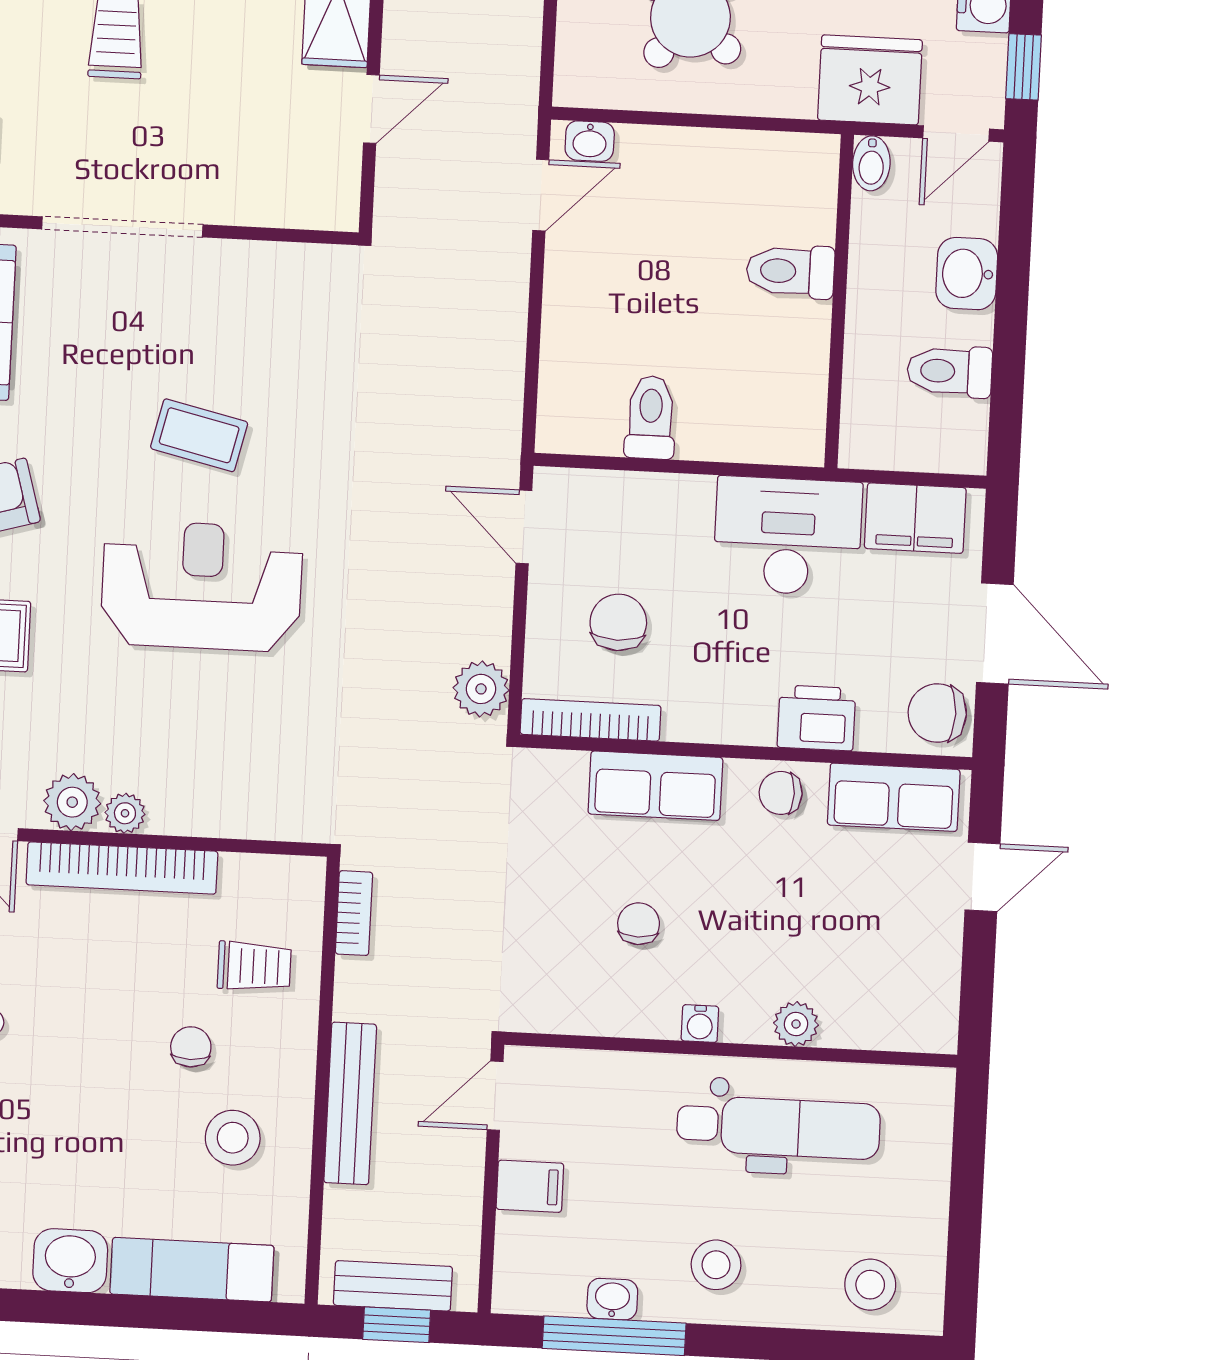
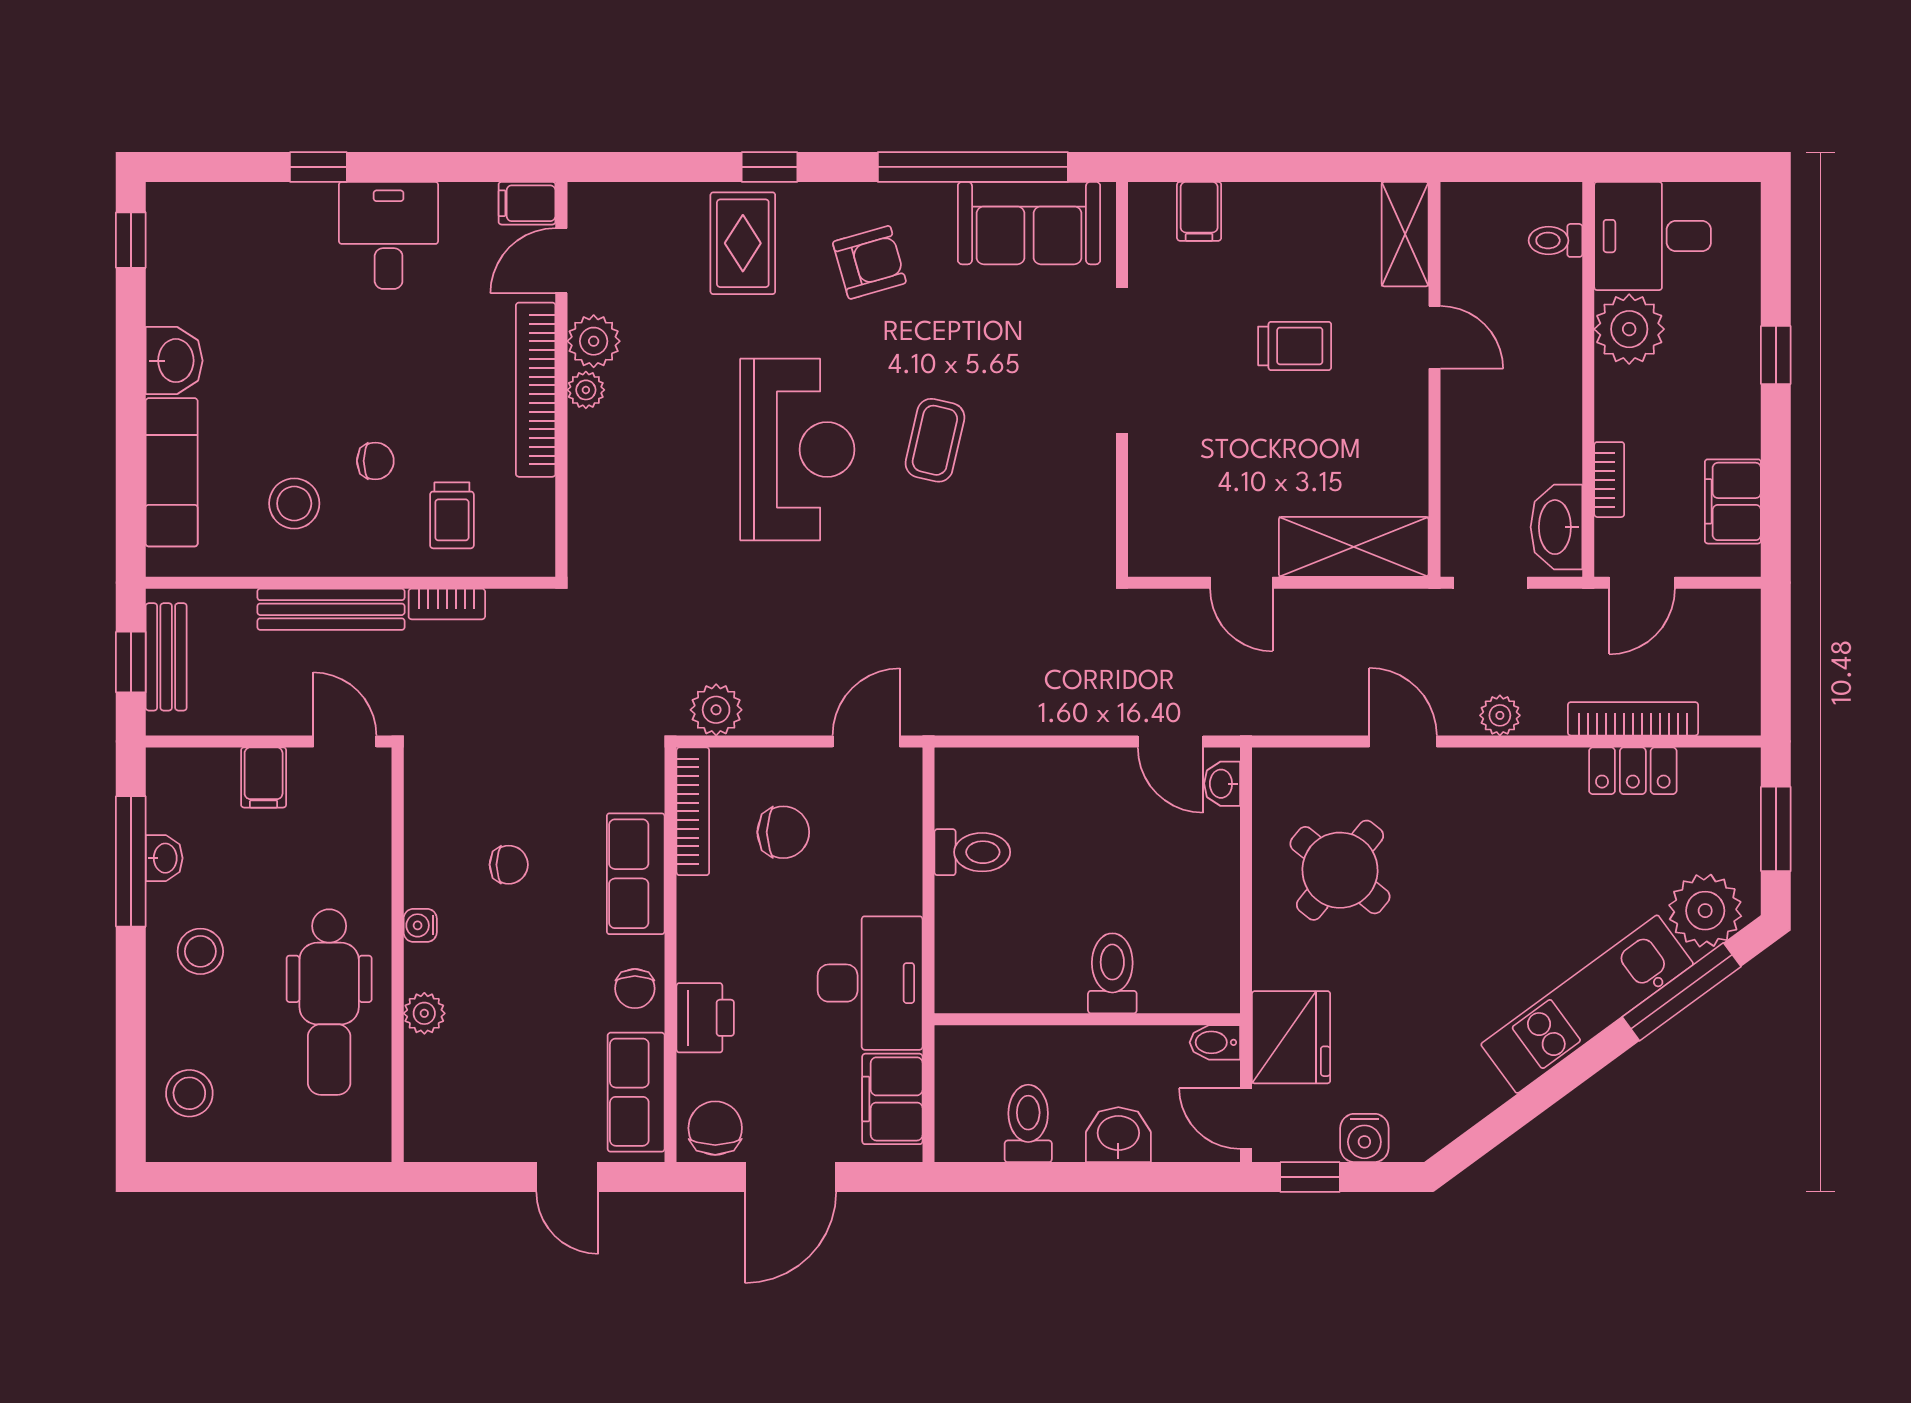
chair: (781, 793) -> (635, 989), turned 180
bookcase: (354, 913) -> (447, 604), moved

